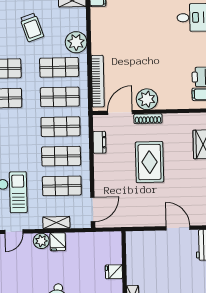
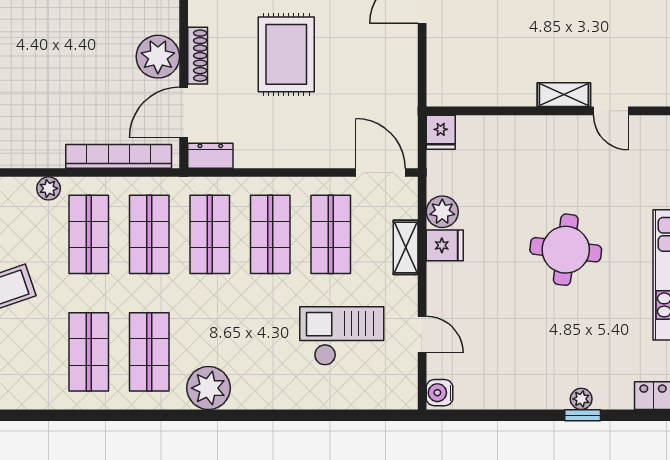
plant: (76, 42) -> (49, 188), width x0.53, depth x0.53
door: (120, 112) -> (184, 112), hinge flipped
dresser: (99, 142) -> (210, 156), moved
rug: (149, 162) -> (286, 54), turned 90
plant: (41, 241) -> (442, 212), moved
fridge: (114, 272) -> (441, 132), moved

